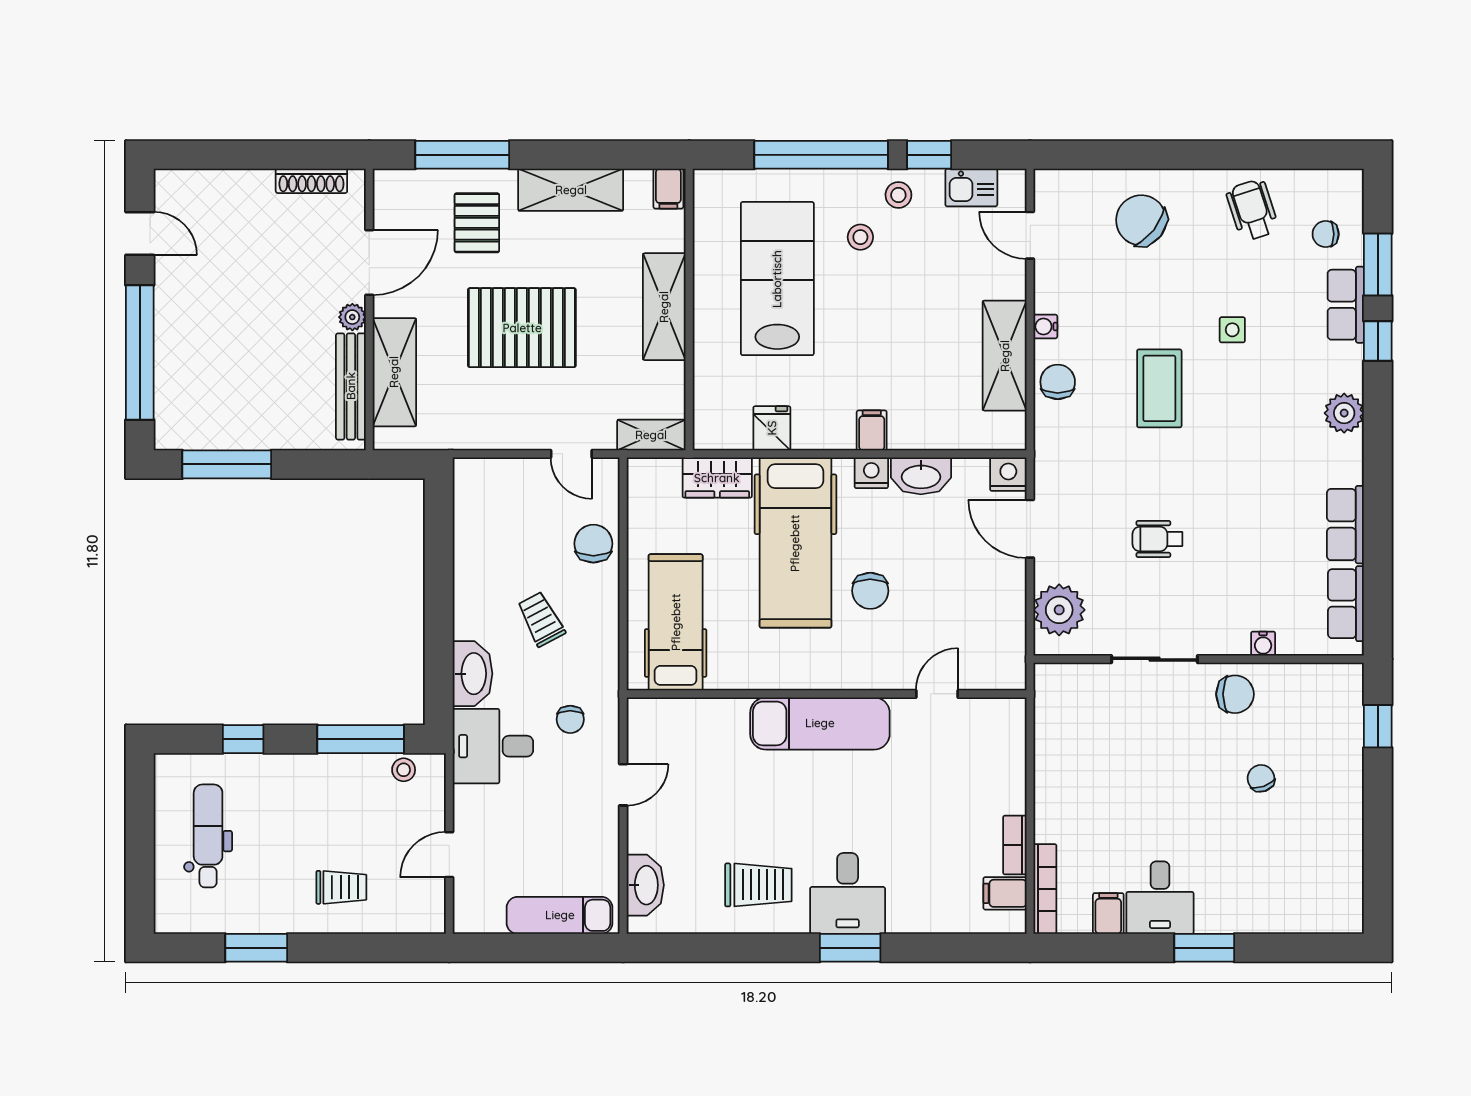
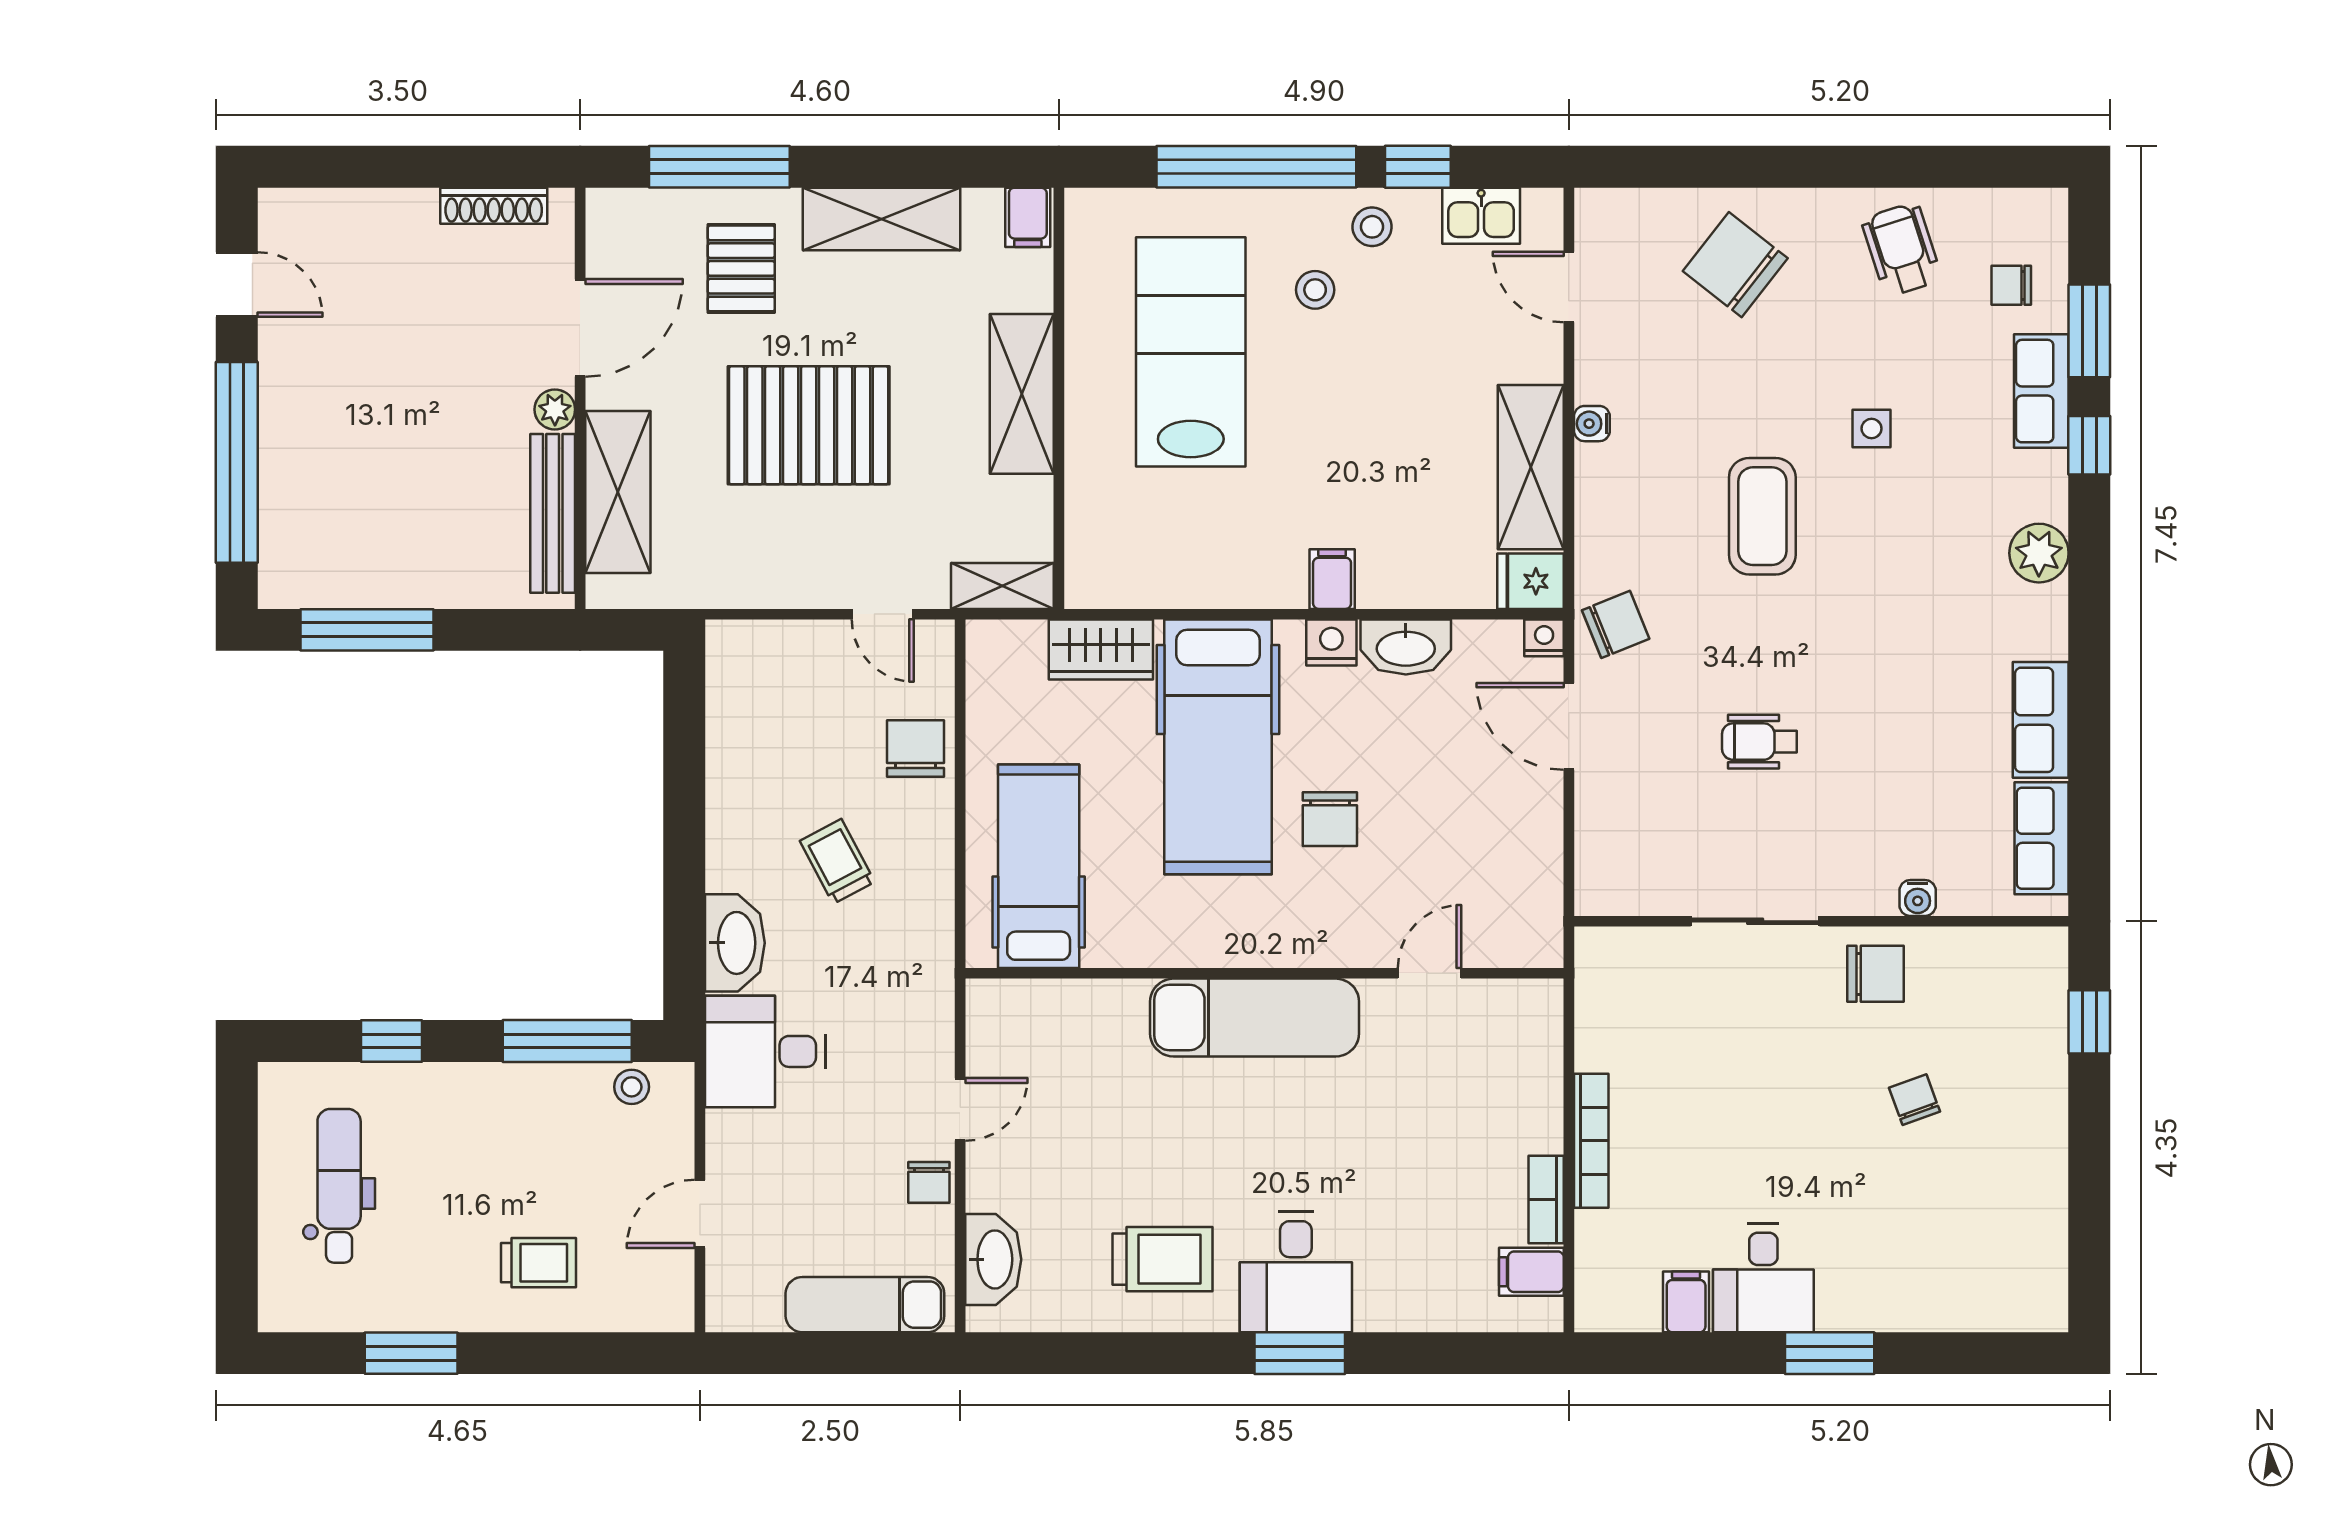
chair: (1058, 382) -> (1616, 624), moved, turned 68
fridge: (772, 428) -> (1531, 581), moved, turned -90
nightstand: (1008, 474) -> (1544, 638), width x0.72, depth x0.74
plant: (1059, 610) -> (1613, 848), removed
chair: (570, 719) -> (929, 1182), moved
bookcase: (1045, 889) -> (1591, 1141), moved

